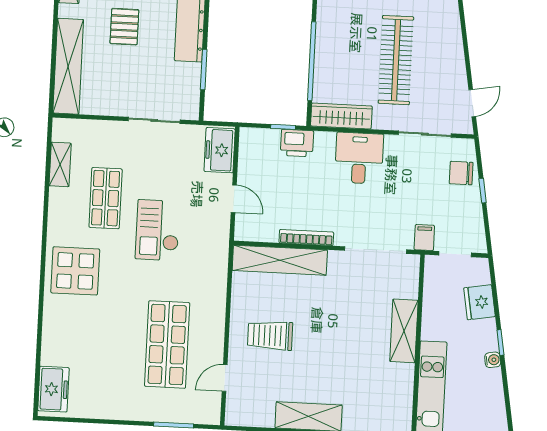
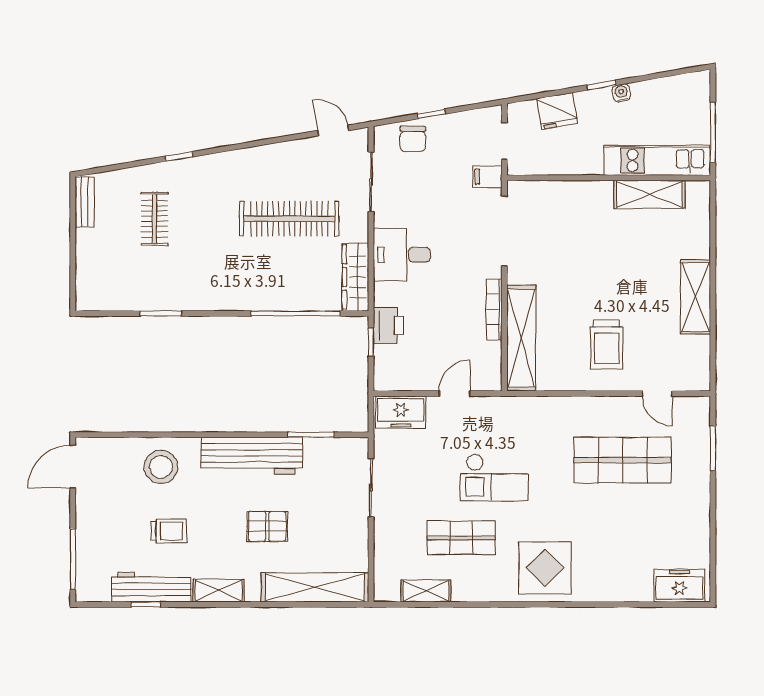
shelving: (404, 331) -> (649, 194), moved

